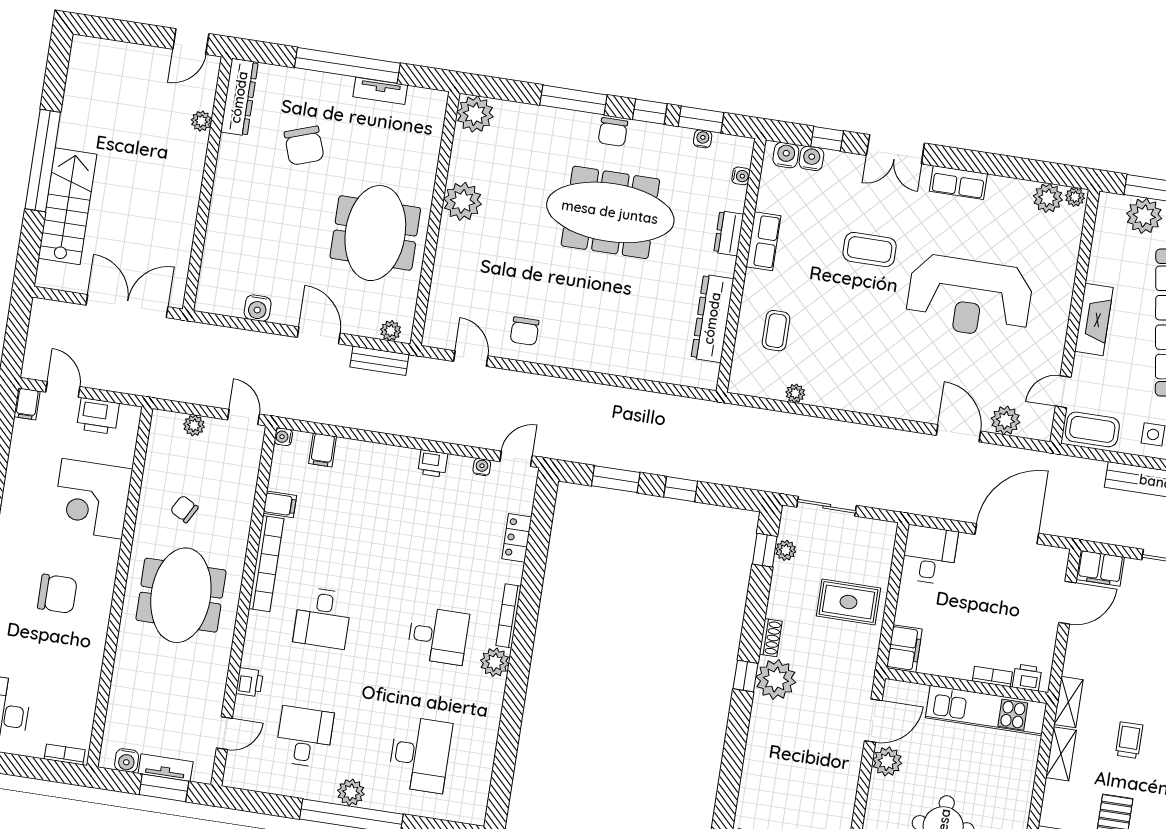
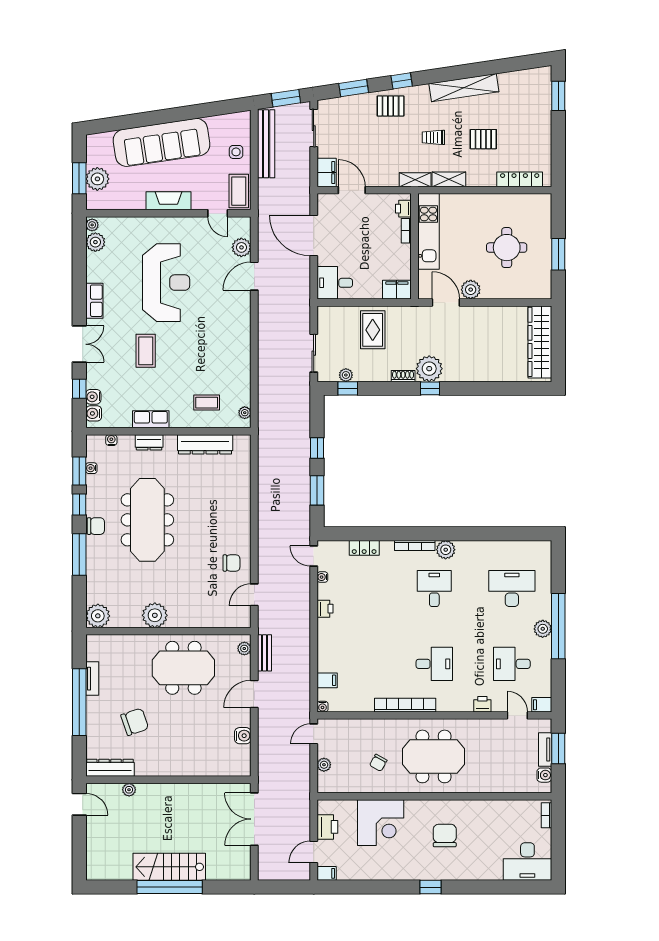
stairs: (67, 206) -> (169, 867), moved
plant: (795, 393) -> (245, 413), moved
filing cabinet: (280, 504) -> (542, 705), moved, turned -90

